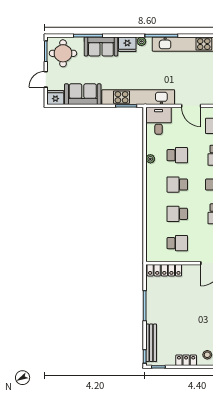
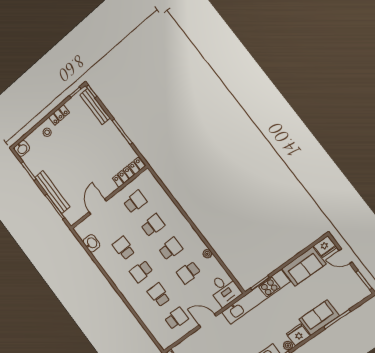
round table: (63, 53) -> (347, 289), removed
door: (46, 79) -> (345, 256), swing flipped
school desk: (177, 243) -> (135, 202), turned 180

